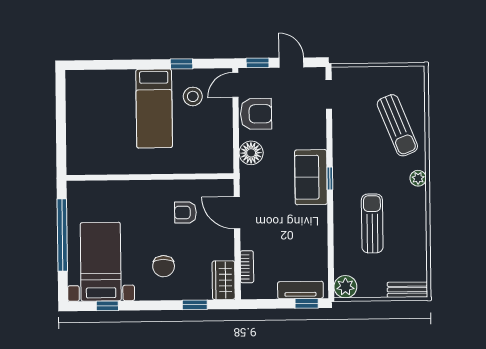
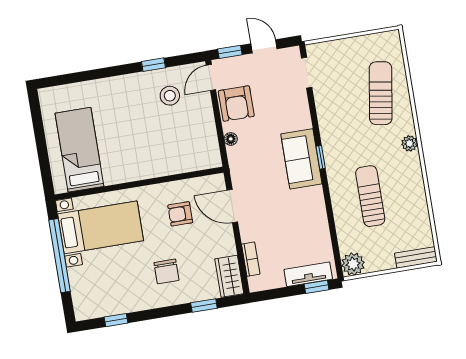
bed: (154, 108) -> (79, 150), moved, turned 180
armchair: (256, 114) -> (236, 104), turned 90
sun lounger: (397, 125) -> (381, 93), turned -149
floor lamp: (251, 153) -> (231, 139), width x0.53, depth x0.53
bed with nightstands: (101, 262) -> (101, 227), moved, turned 90

